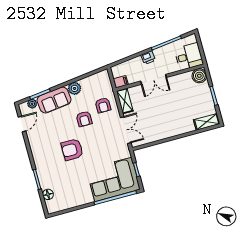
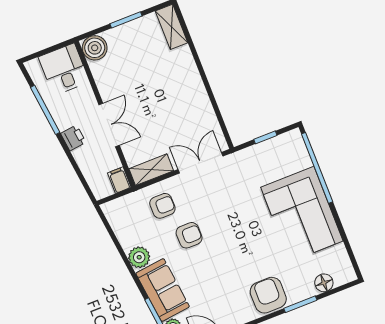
armchair: (72, 150) -> (268, 295), moved, turned 180
corner sofa: (113, 179) -> (302, 214), moved

